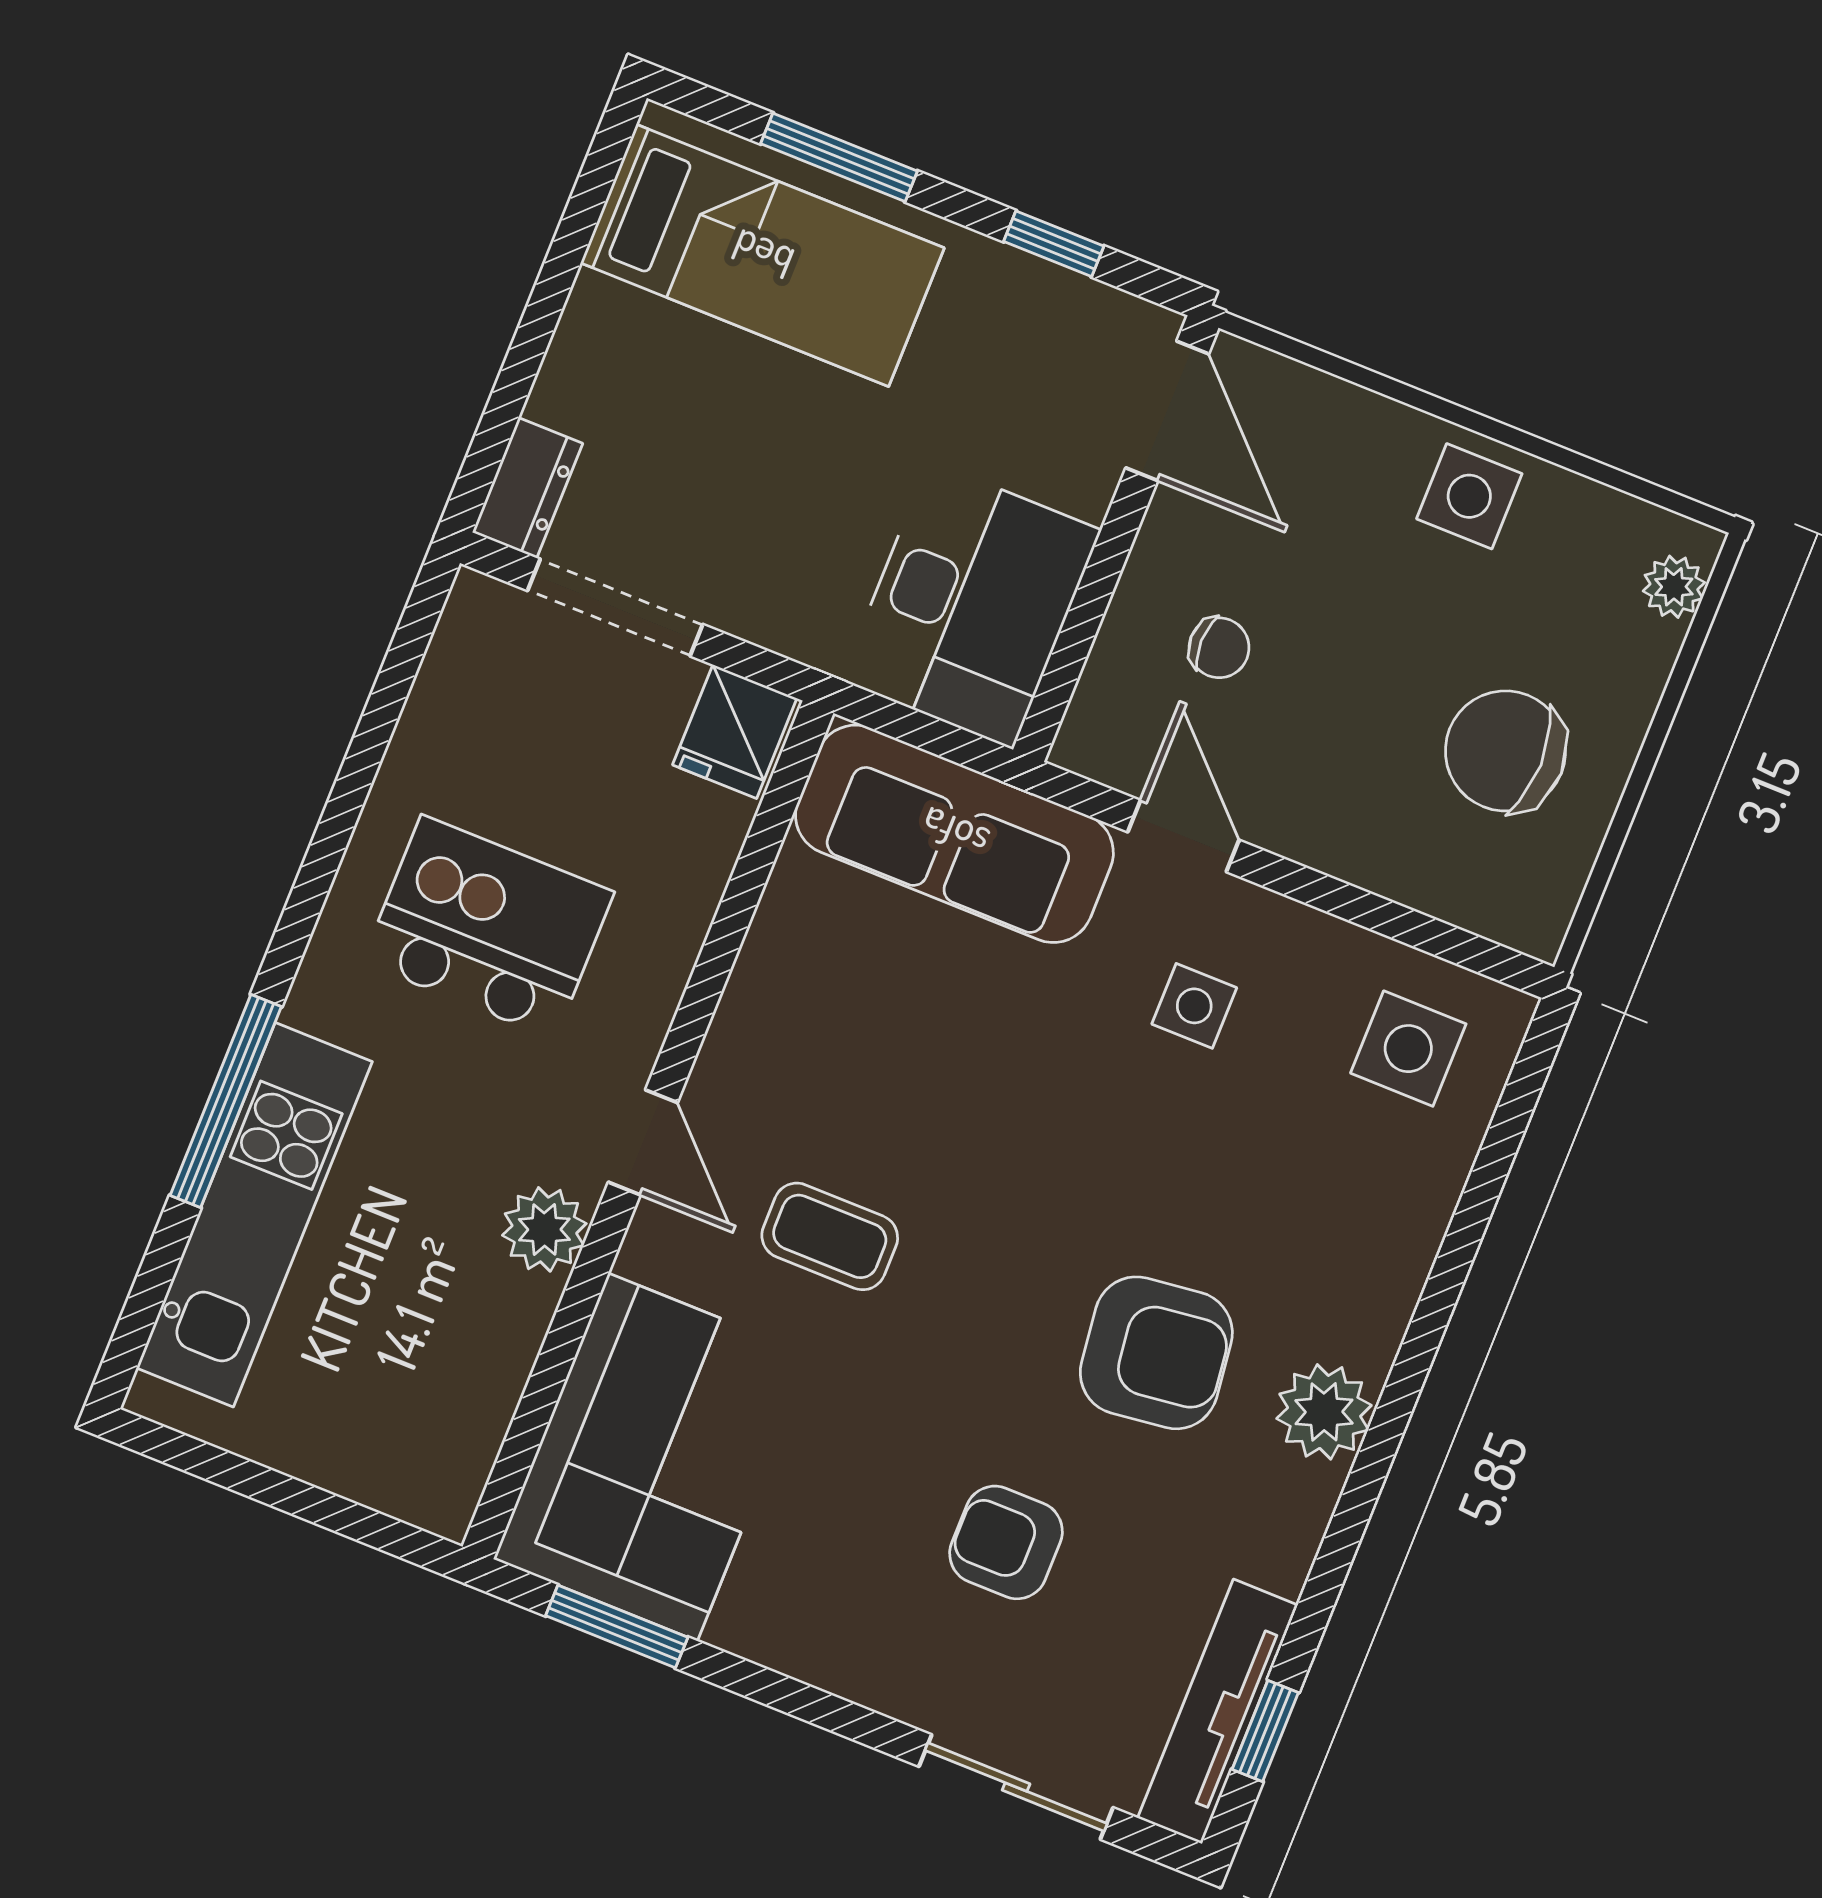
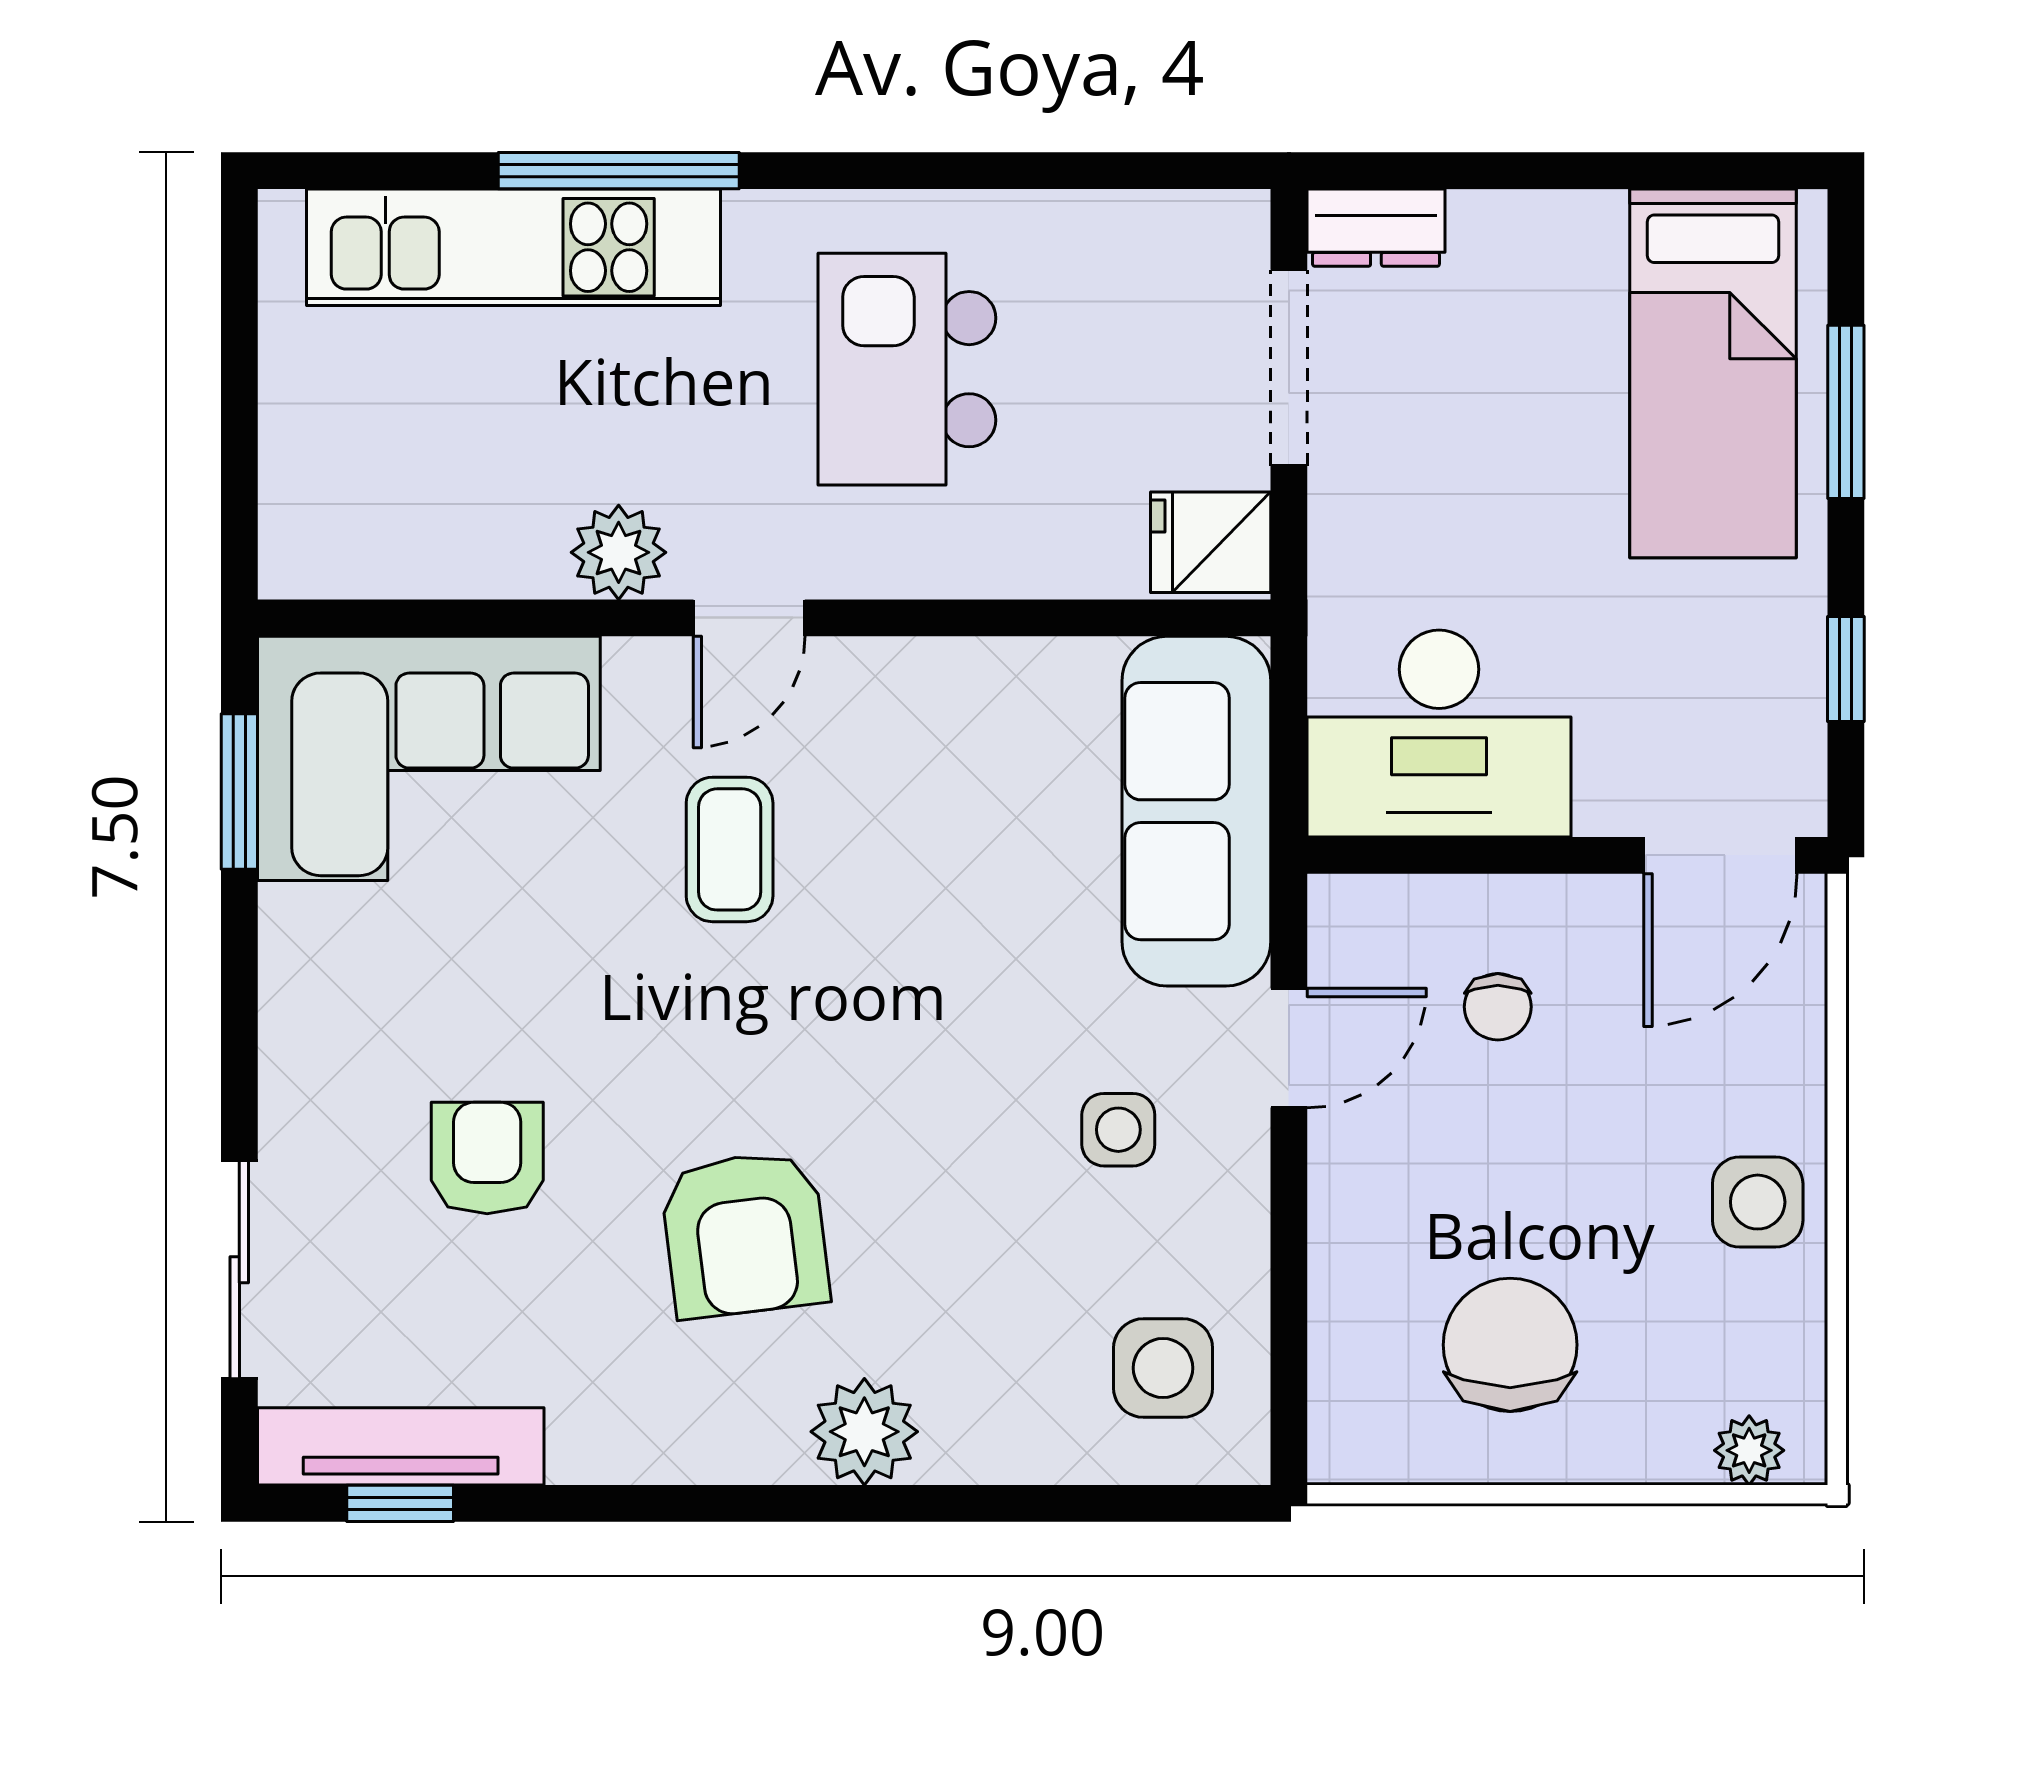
kitchen island: (488, 927) -> (907, 369), turned 180
plant: (1324, 1412) -> (864, 1432), moved

